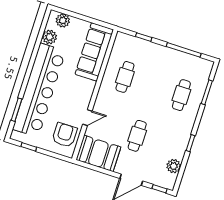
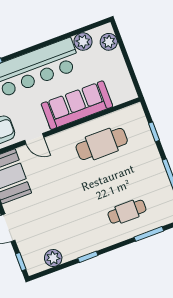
sofa: (94, 52) -> (77, 105), moved
cafe table: (125, 77) -> (102, 144), width x1.37, depth x1.35
cafe table: (137, 136) -> (55, 200), removed

